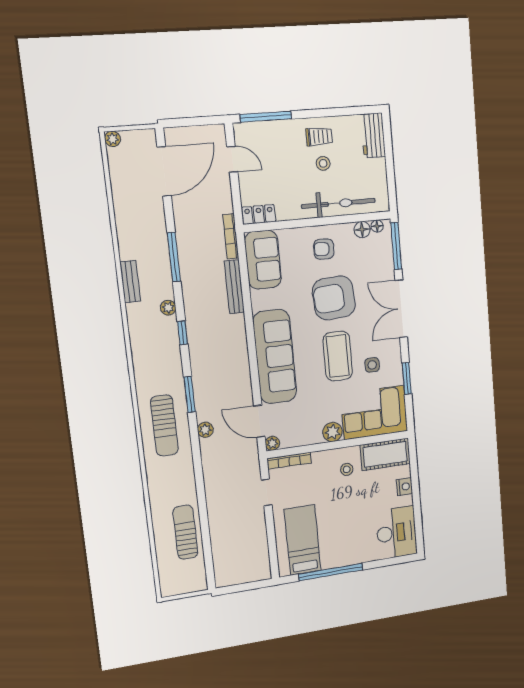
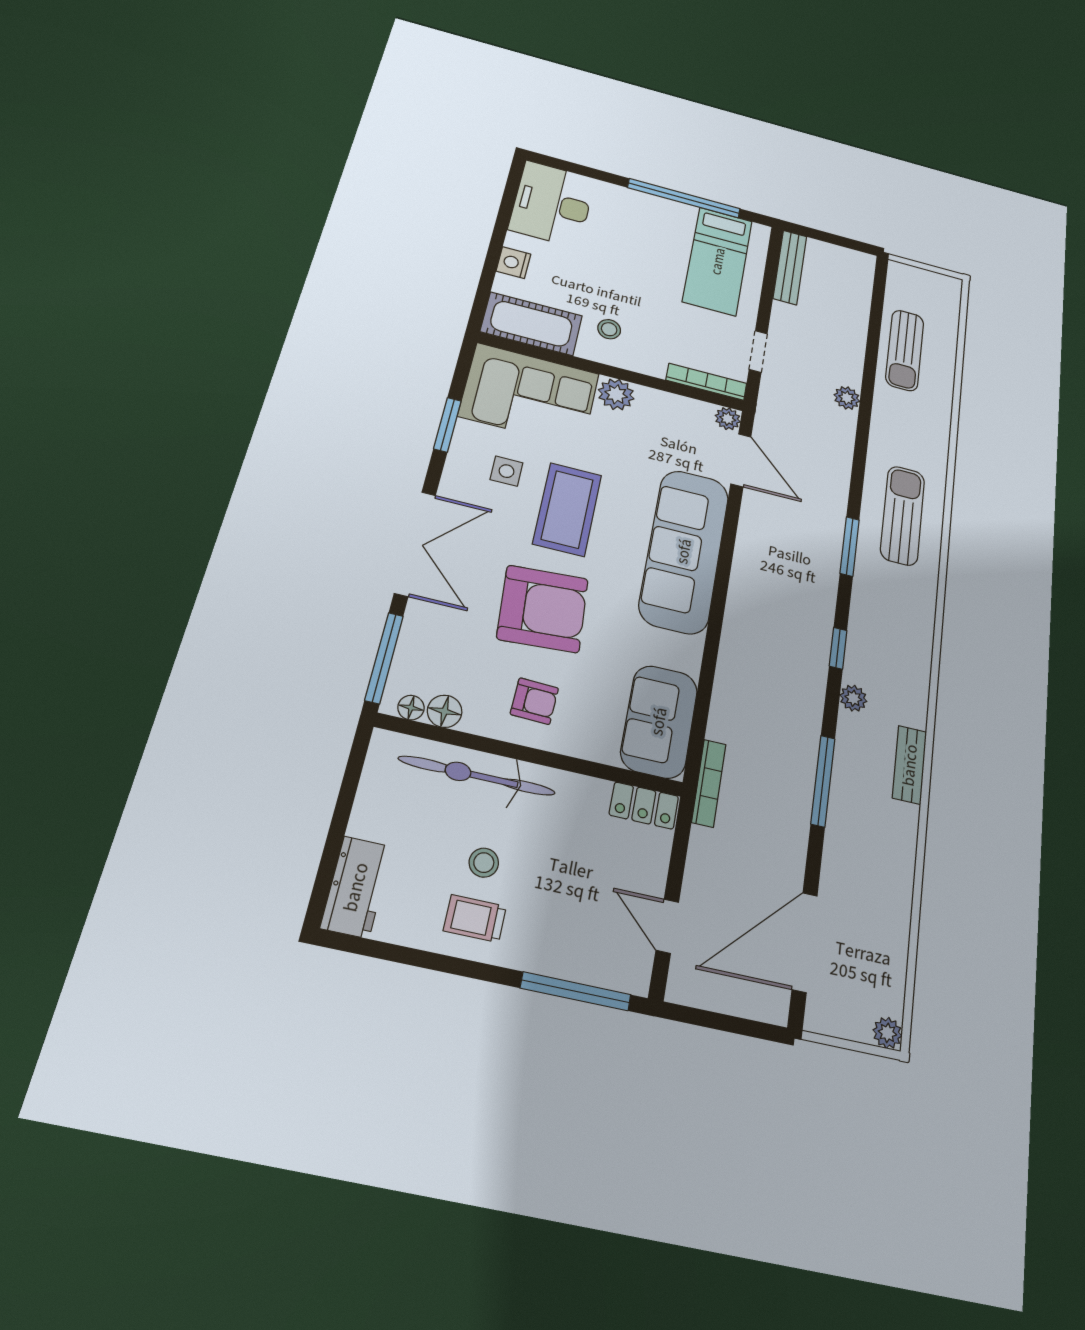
bench: (234, 287) -> (790, 267), moved
plant: (205, 430) -> (847, 398), moved

